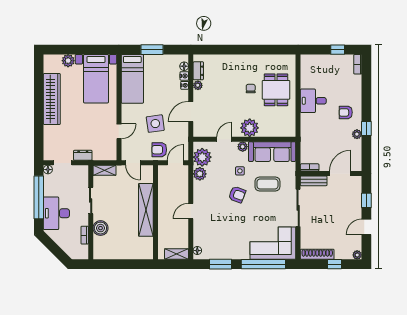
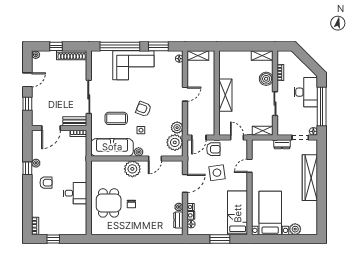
wardrobe: (52, 99) -> (310, 178), moved
shelving: (146, 210) -> (225, 95), width x0.68
corner sofa: (273, 243) -> (133, 65), moved
shelving: (105, 254) -> (262, 56), added

